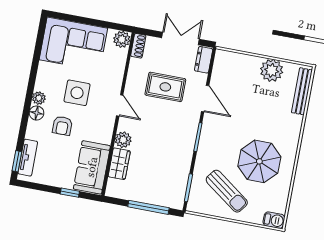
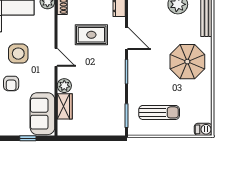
parasol: (259, 161) -> (187, 62), moved
sun lounger: (227, 191) -> (159, 112), turned -36
window: (148, 207) -> (96, 138), removed

